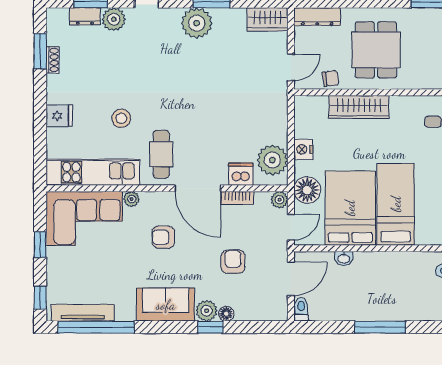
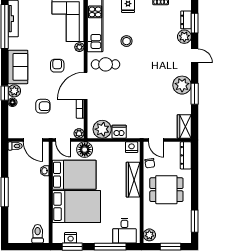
nightstand: (303, 149) -> (132, 147), moved
dishwasher: (241, 174) -> (119, 132), moved, turned -90
bed: (396, 204) -> (76, 207), width x1.50

